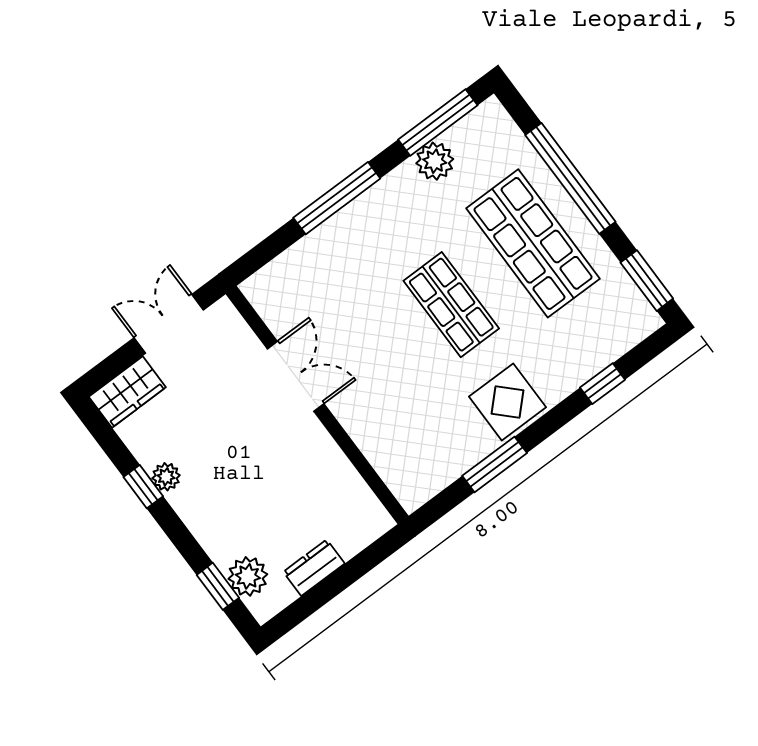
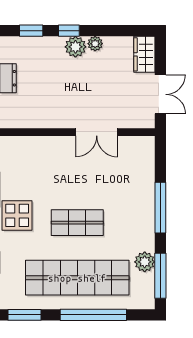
shop shelf: (533, 243) -> (77, 278), width x1.40
window: (143, 487) -> (69, 31), moved
plant: (248, 576) -> (75, 47), moved

